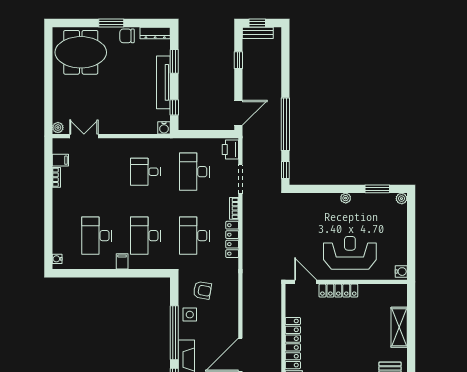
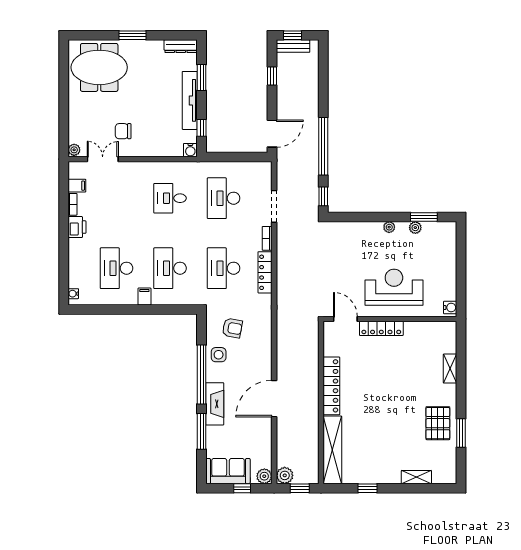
chair: (127, 36) -> (123, 131), moved
printer: (230, 149) -> (77, 227), moved, turned 180
plant: (402, 199) -> (415, 228), moved
shelving: (399, 327) -> (450, 369), width x0.67, depth x0.75

